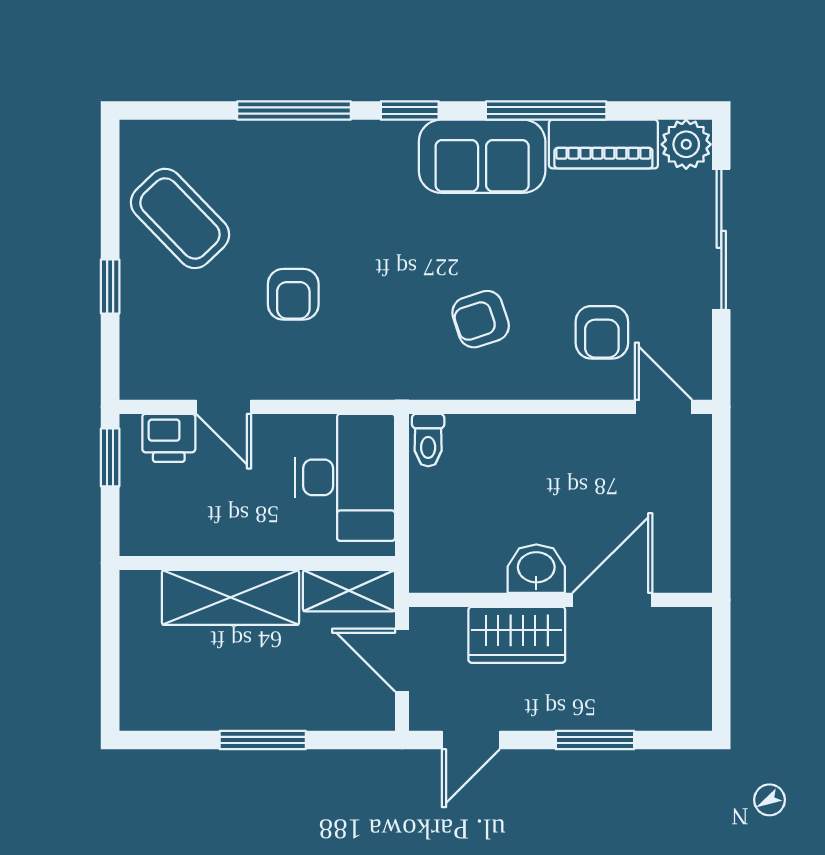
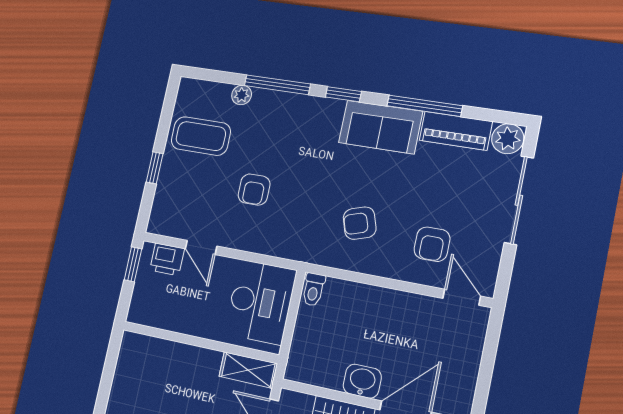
plant: (236, 137) -> (242, 95), added
coffee table: (180, 218) -> (201, 136), turned -46
shelving: (230, 597) -> (180, 359), removed

